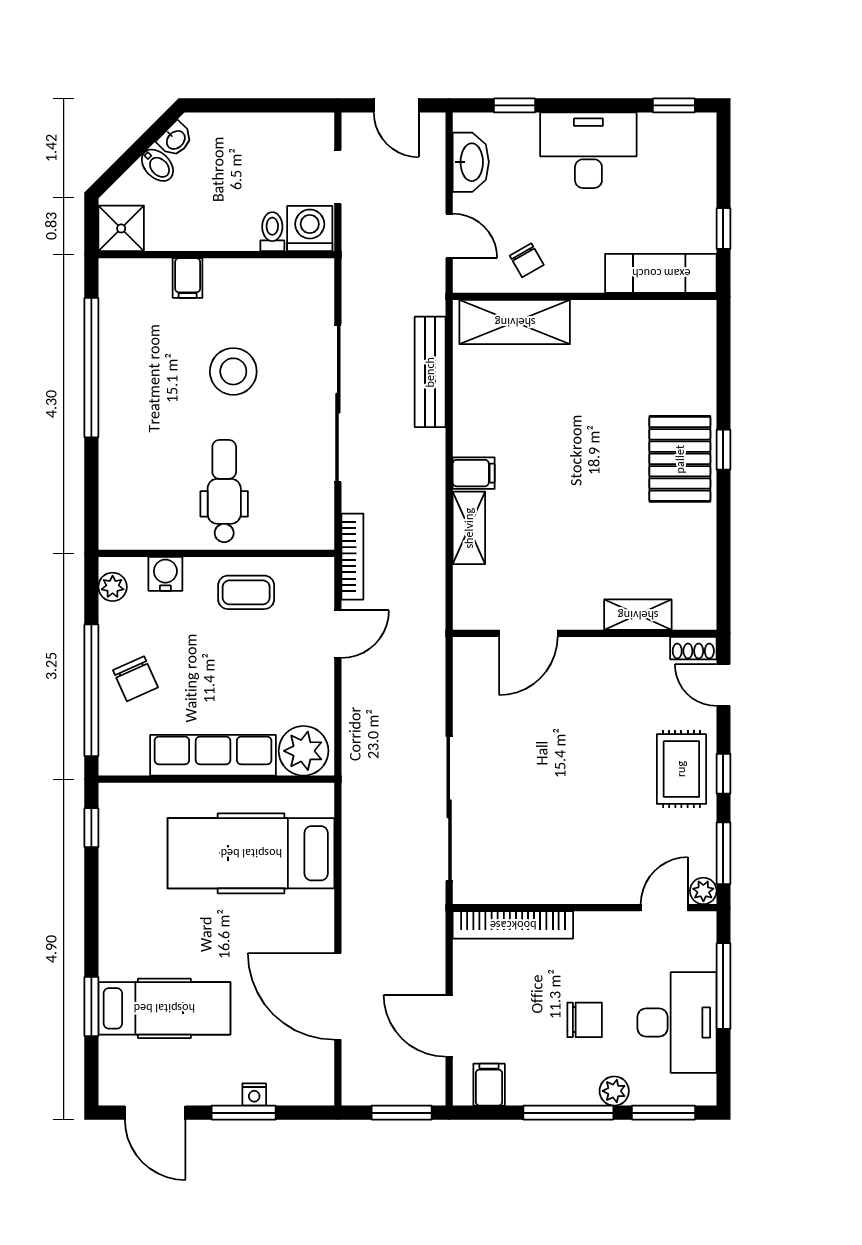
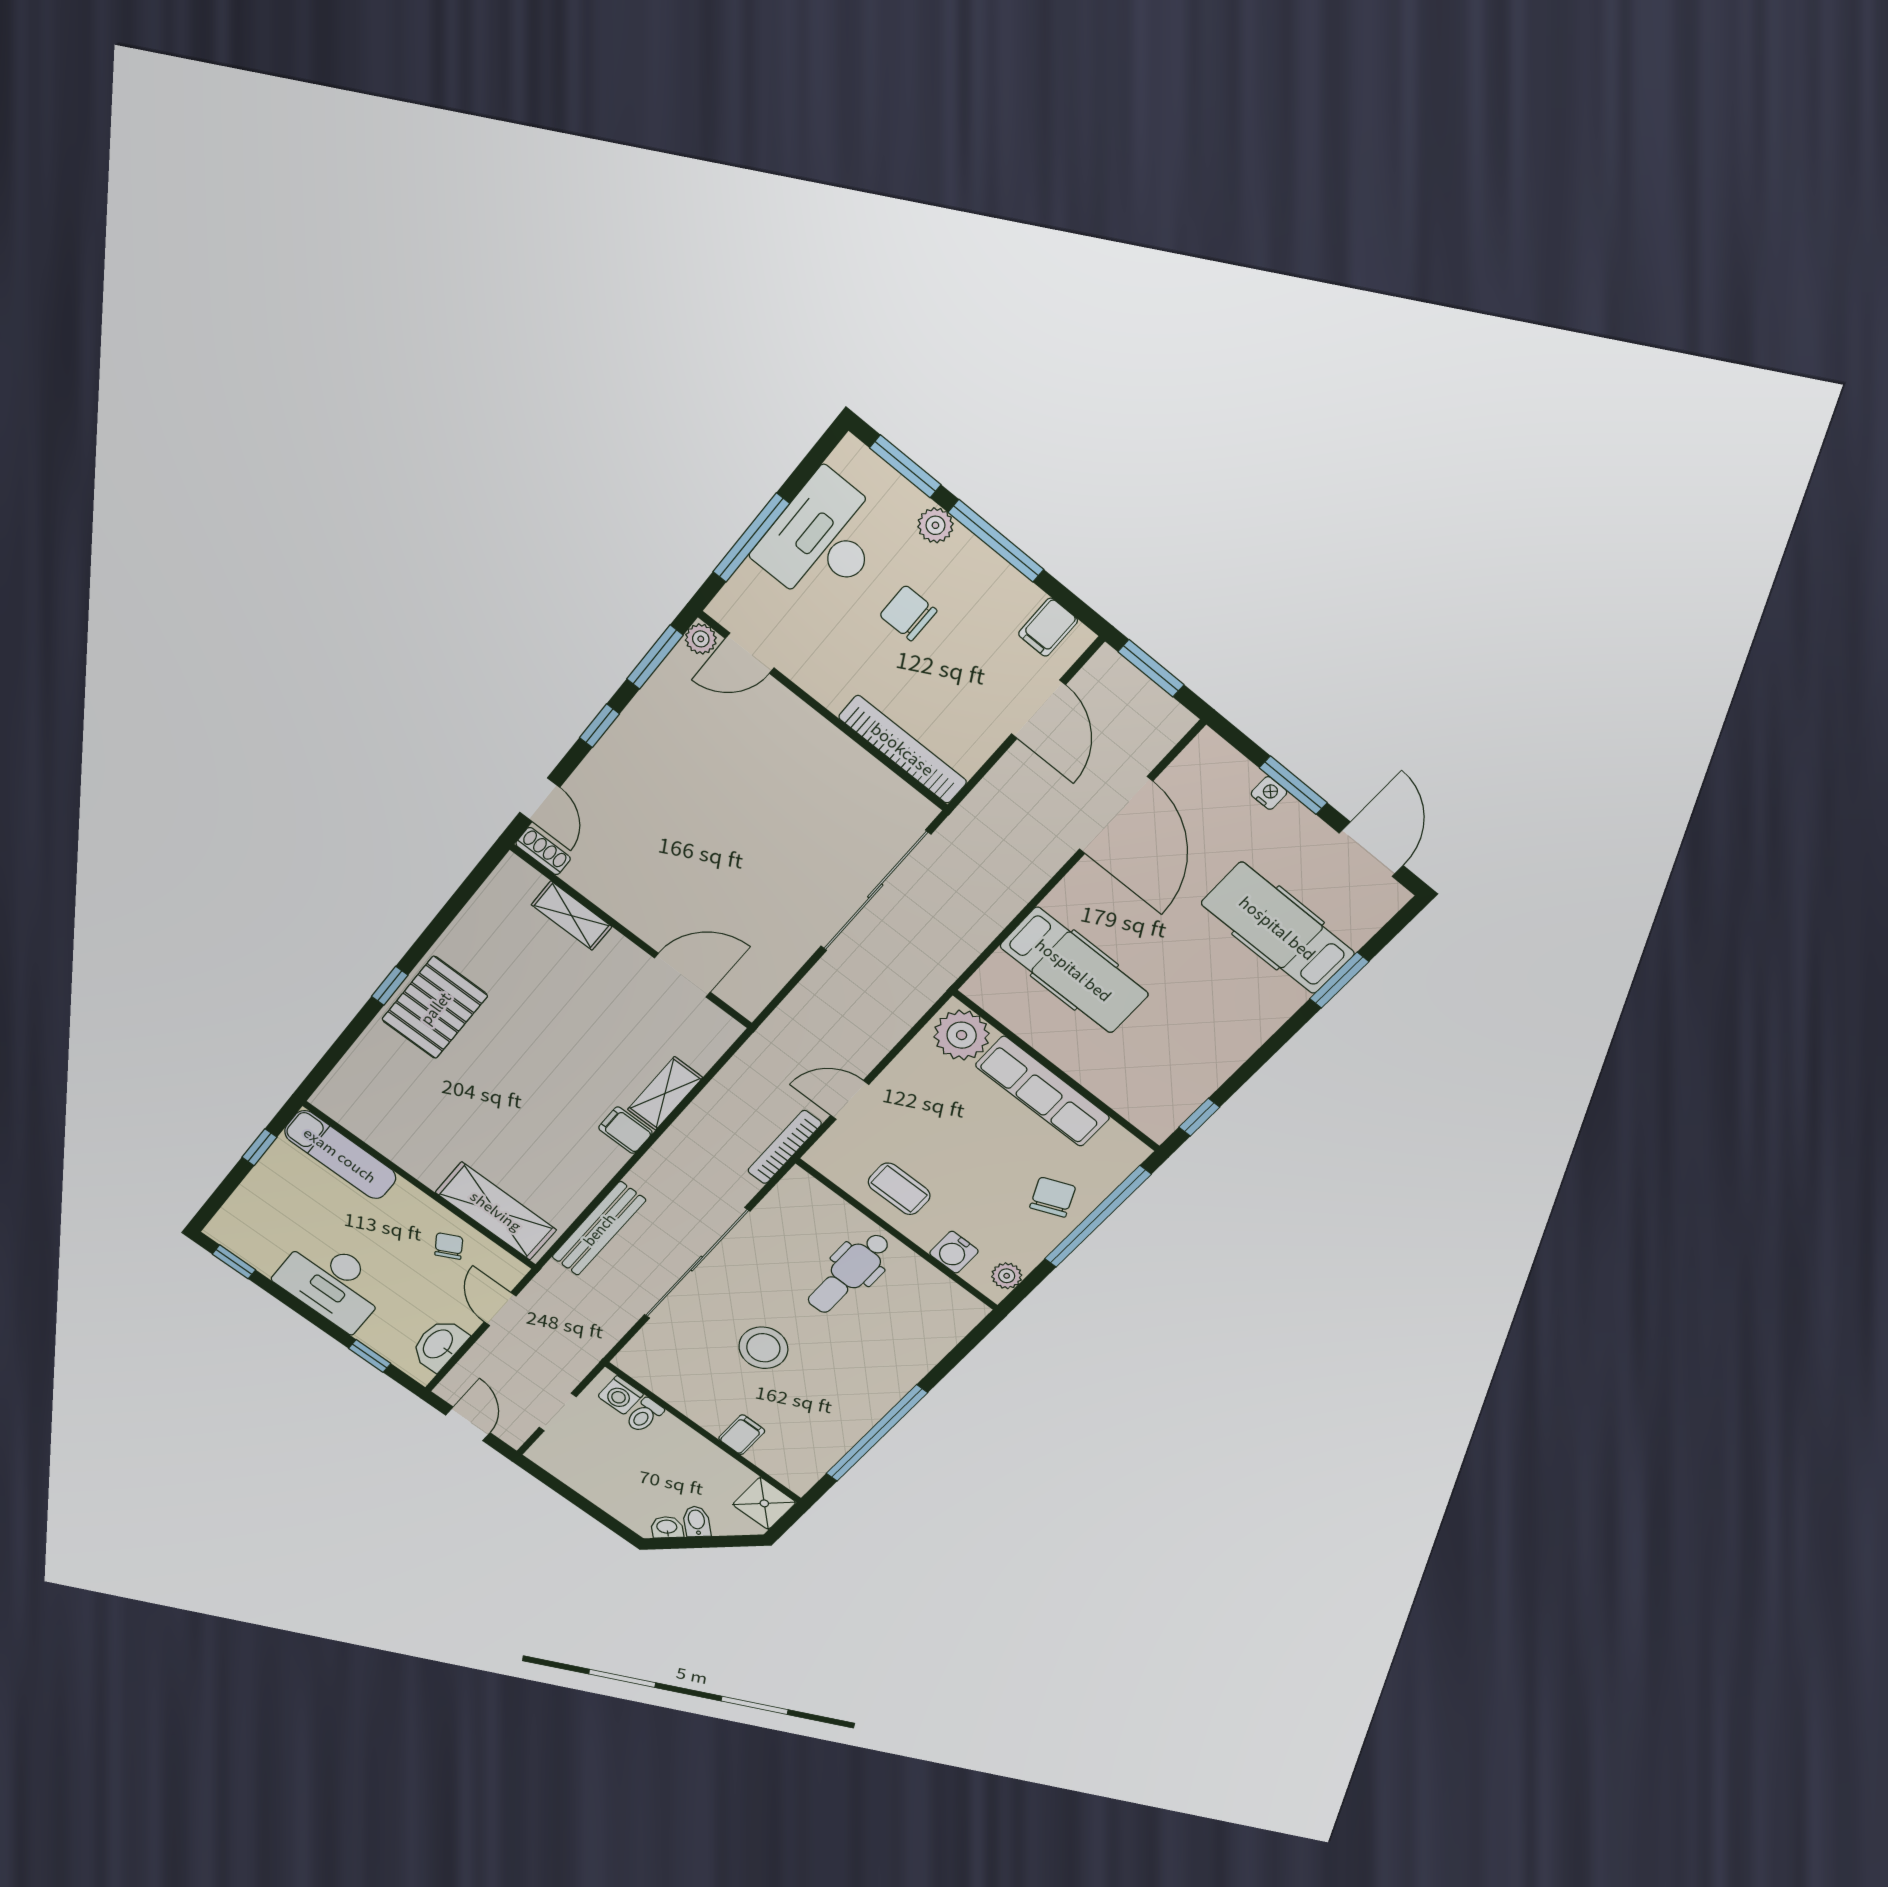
washing machine: (310, 229) -> (621, 1395), width x0.73, depth x0.73
rug: (681, 769) -> (635, 760), removed
hospital bed: (251, 853) -> (1074, 970), width x0.73, depth x0.78

